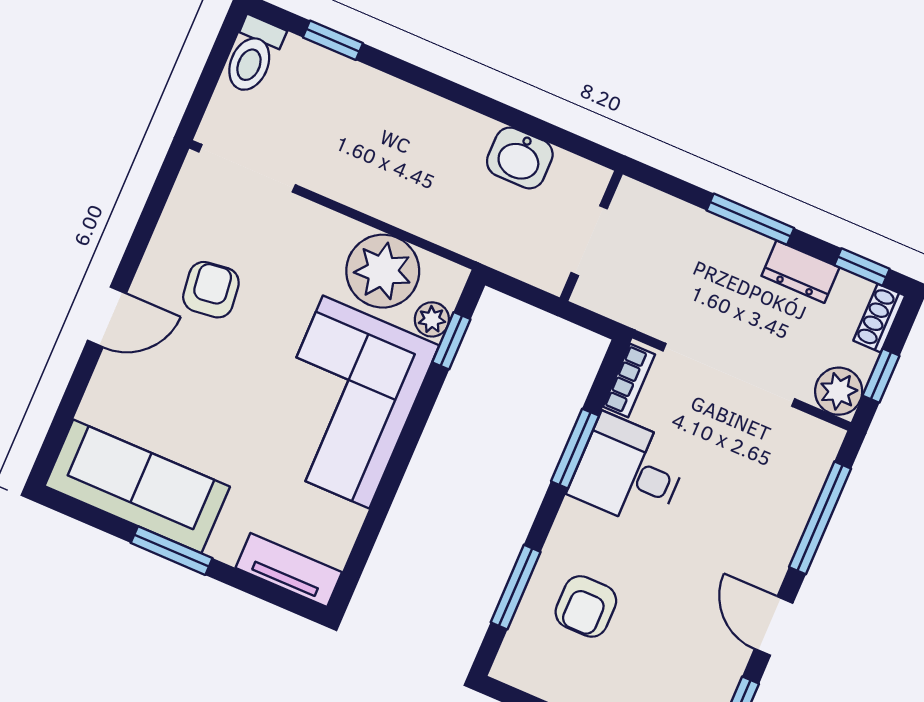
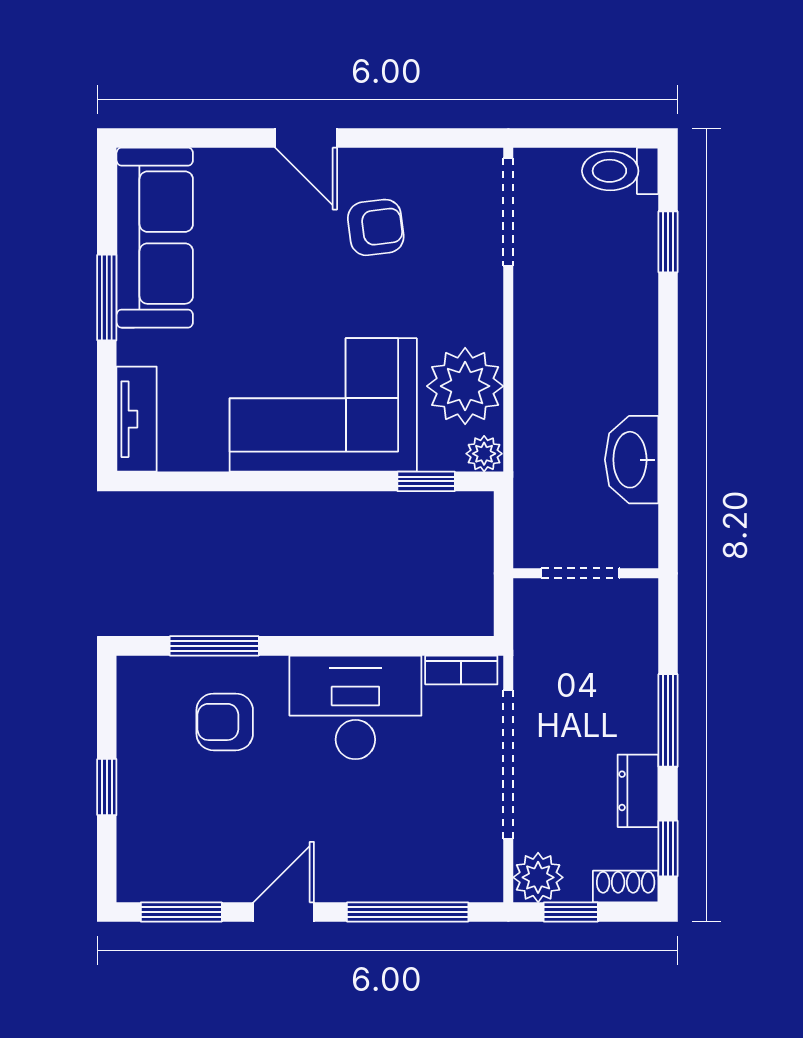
washbasin: (520, 158) -> (632, 460), width x1.38
plant: (432, 319) -> (484, 454), moved
window: (575, 449) -> (373, 646), removed
desk: (629, 471) -> (355, 707), width x1.37

